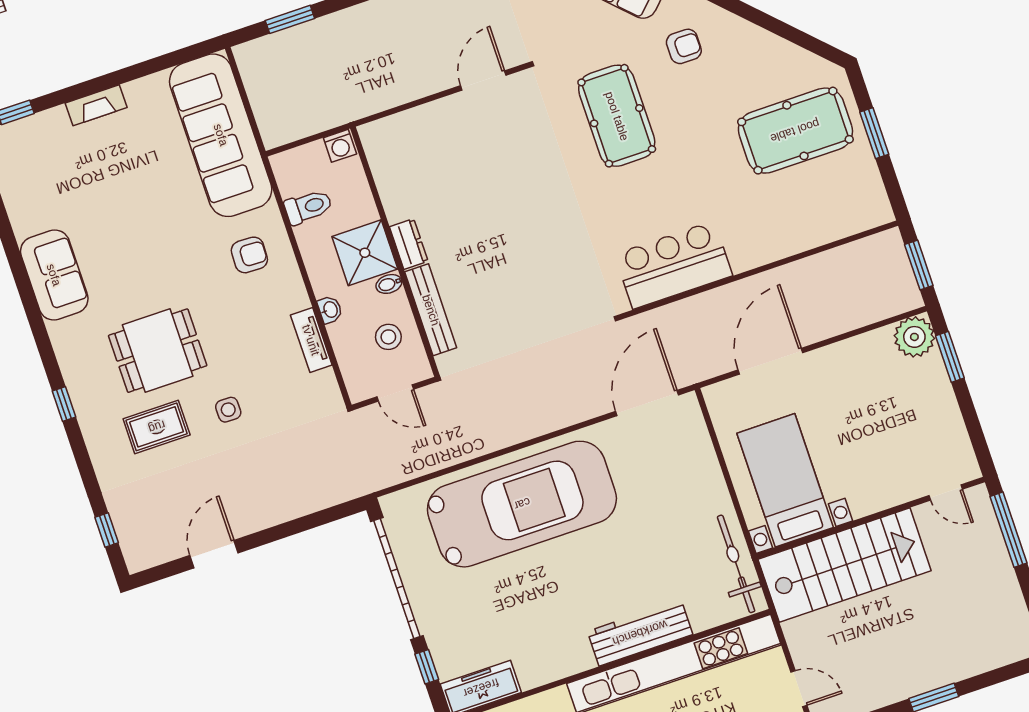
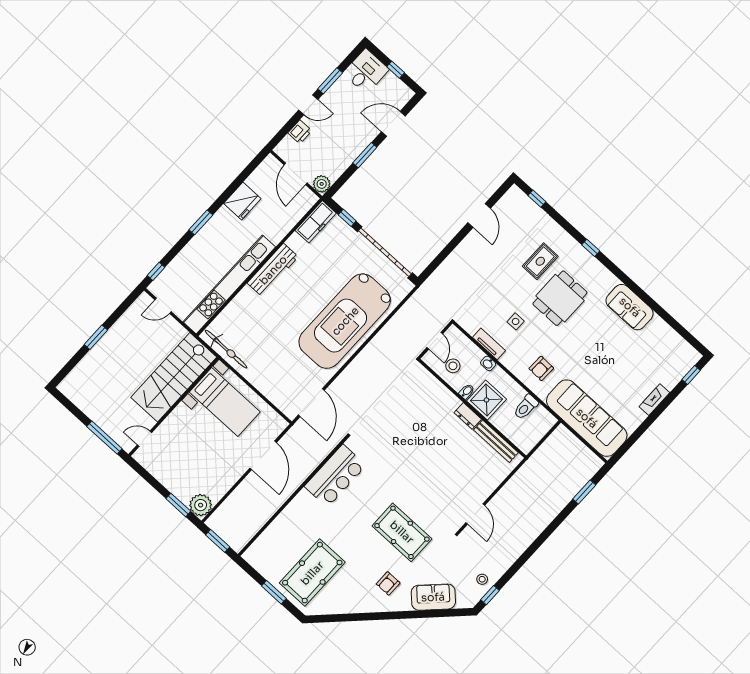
washing machine: (340, 146) -> (527, 445), removed
bench: (431, 310) -> (496, 441), moved
door: (395, 393) -> (435, 341), swing flipped
side table: (228, 410) -> (516, 321), moved
workbench: (640, 633) -> (273, 270), moved

